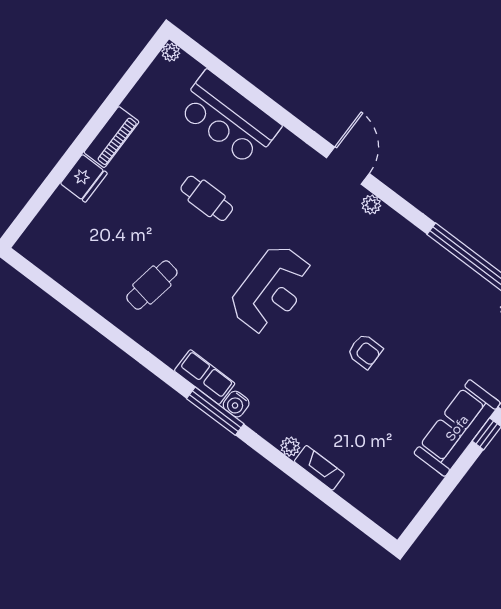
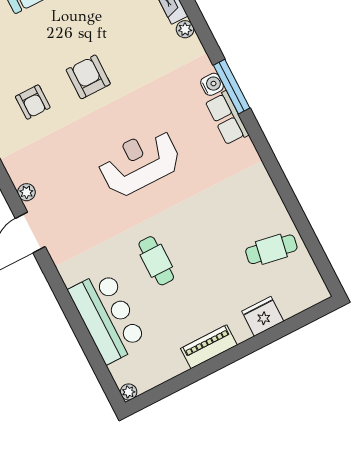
fridge: (84, 178) -> (263, 316), moved
cafe table: (152, 285) -> (271, 249), moved
armchair: (409, 299) -> (33, 102), added
armchair: (365, 351) -> (88, 77), width x1.38, depth x1.38

